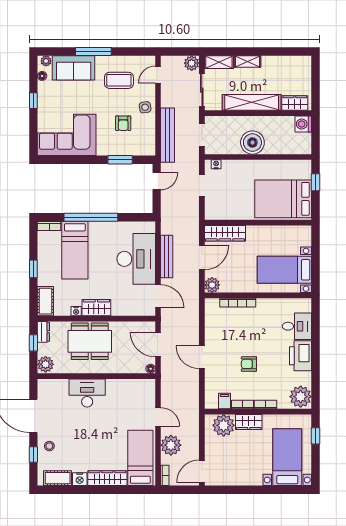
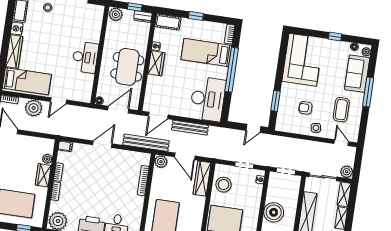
bench: (168, 135) -> (146, 143), moved
door: (157, 181) -> (253, 128), hinge flipped
stool: (228, 207) -> (224, 185), added
desk: (136, 259) -> (208, 99), moved, turned -90
dining table: (90, 341) -> (127, 67), moved
armchair: (249, 364) -> (91, 182), removed
desk: (87, 393) -> (85, 57), moved
filing cabinet: (225, 401) -> (65, 146), moved
plant: (224, 425) -> (47, 159), width x0.53, depth x0.53

